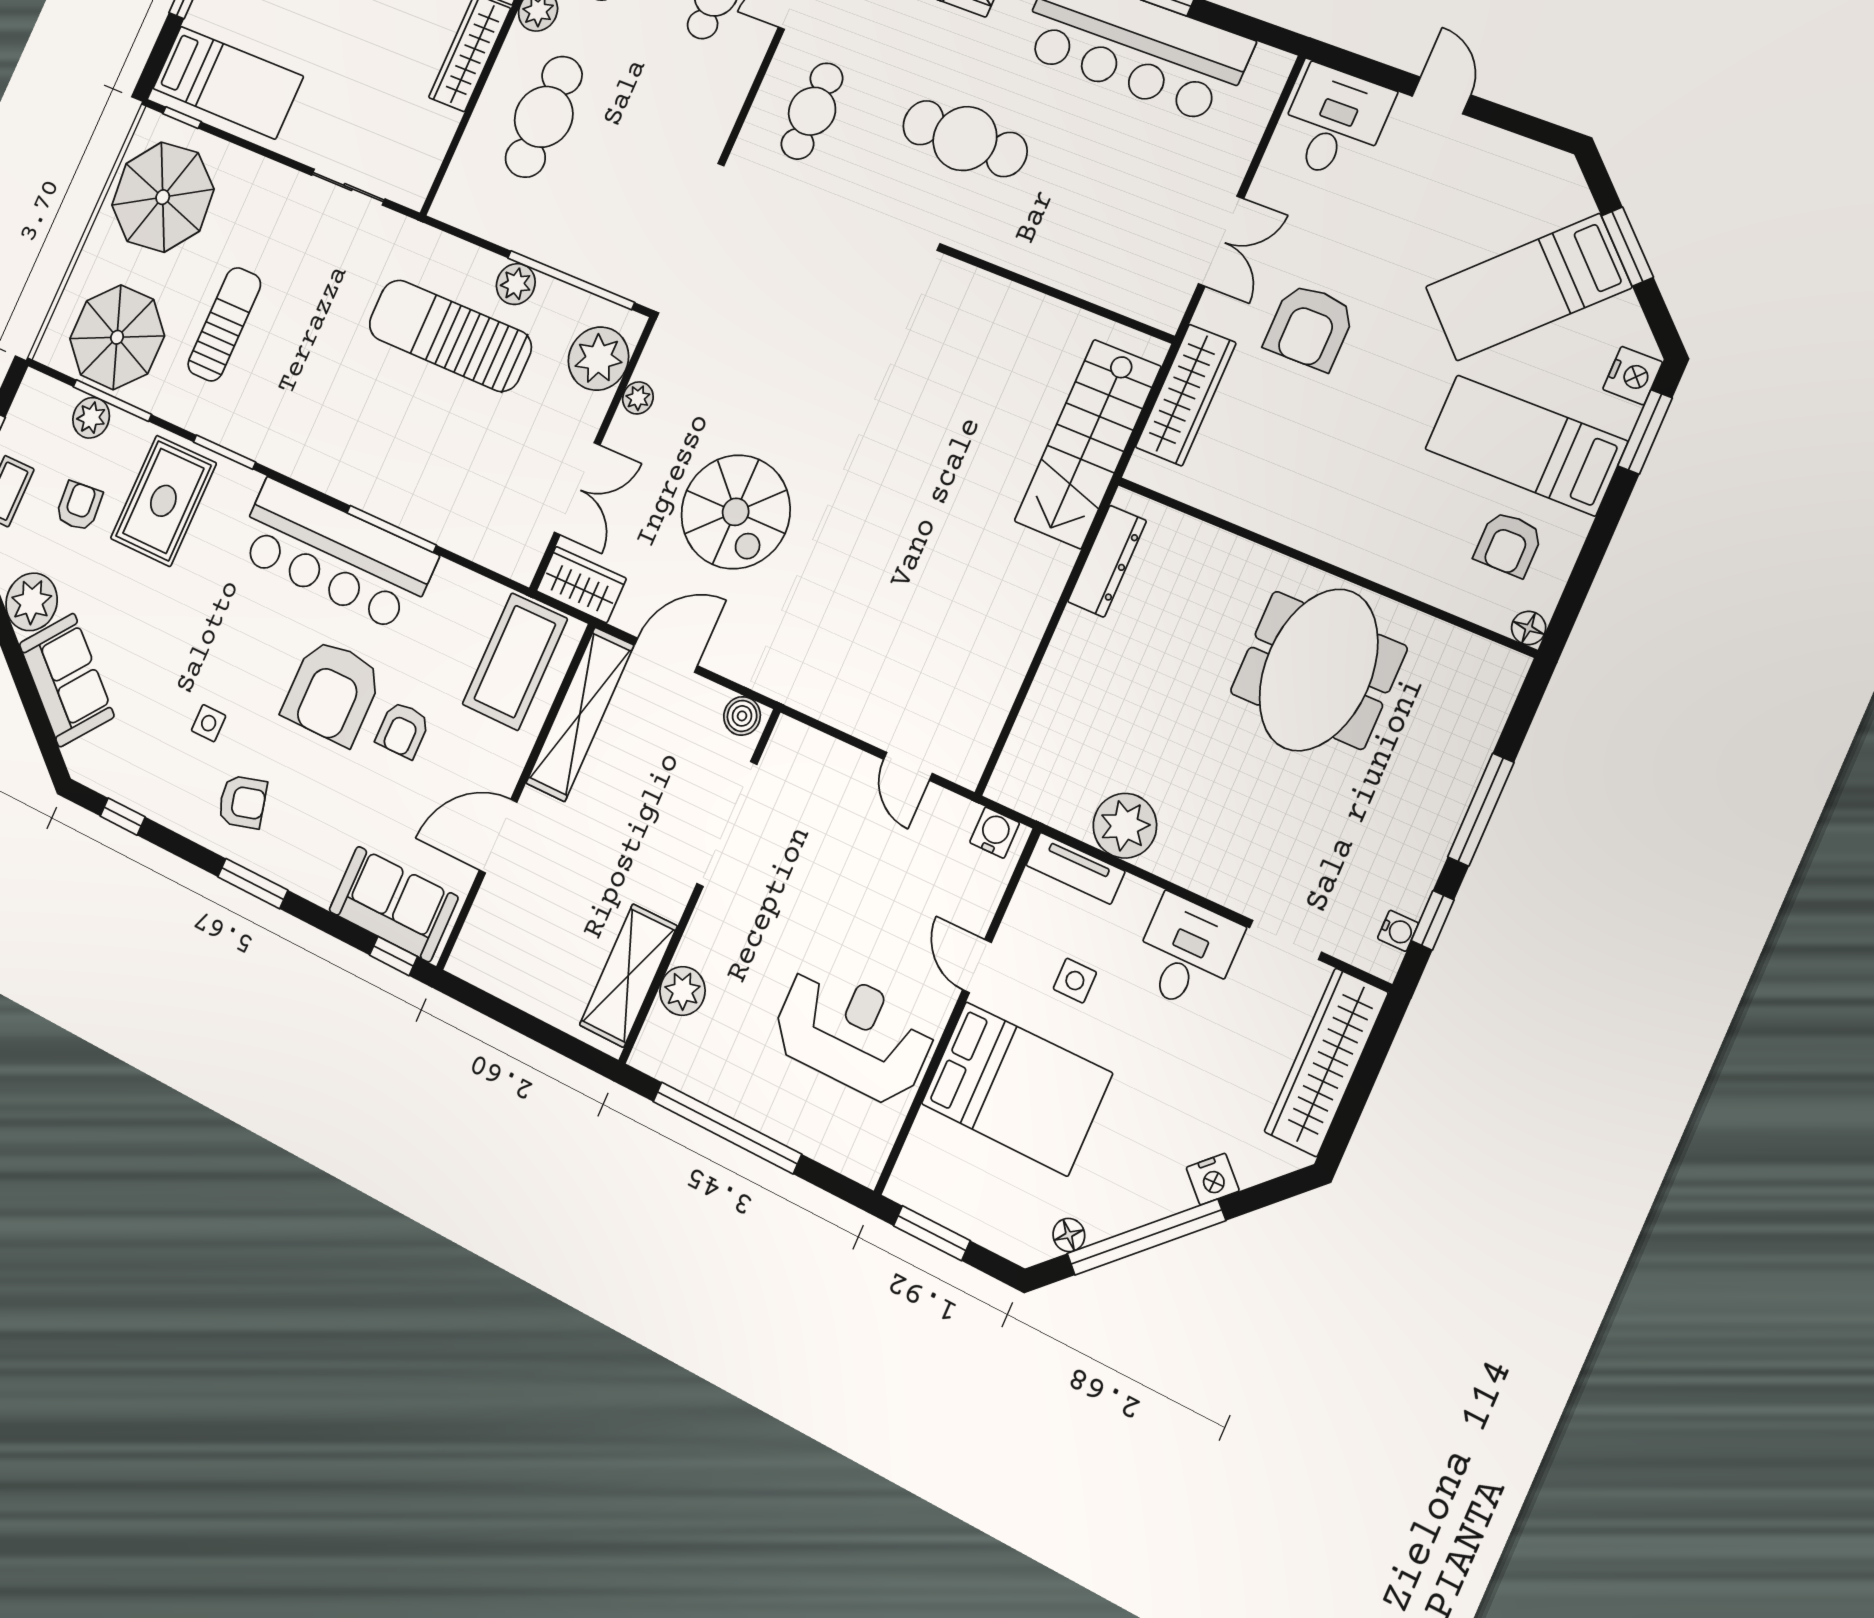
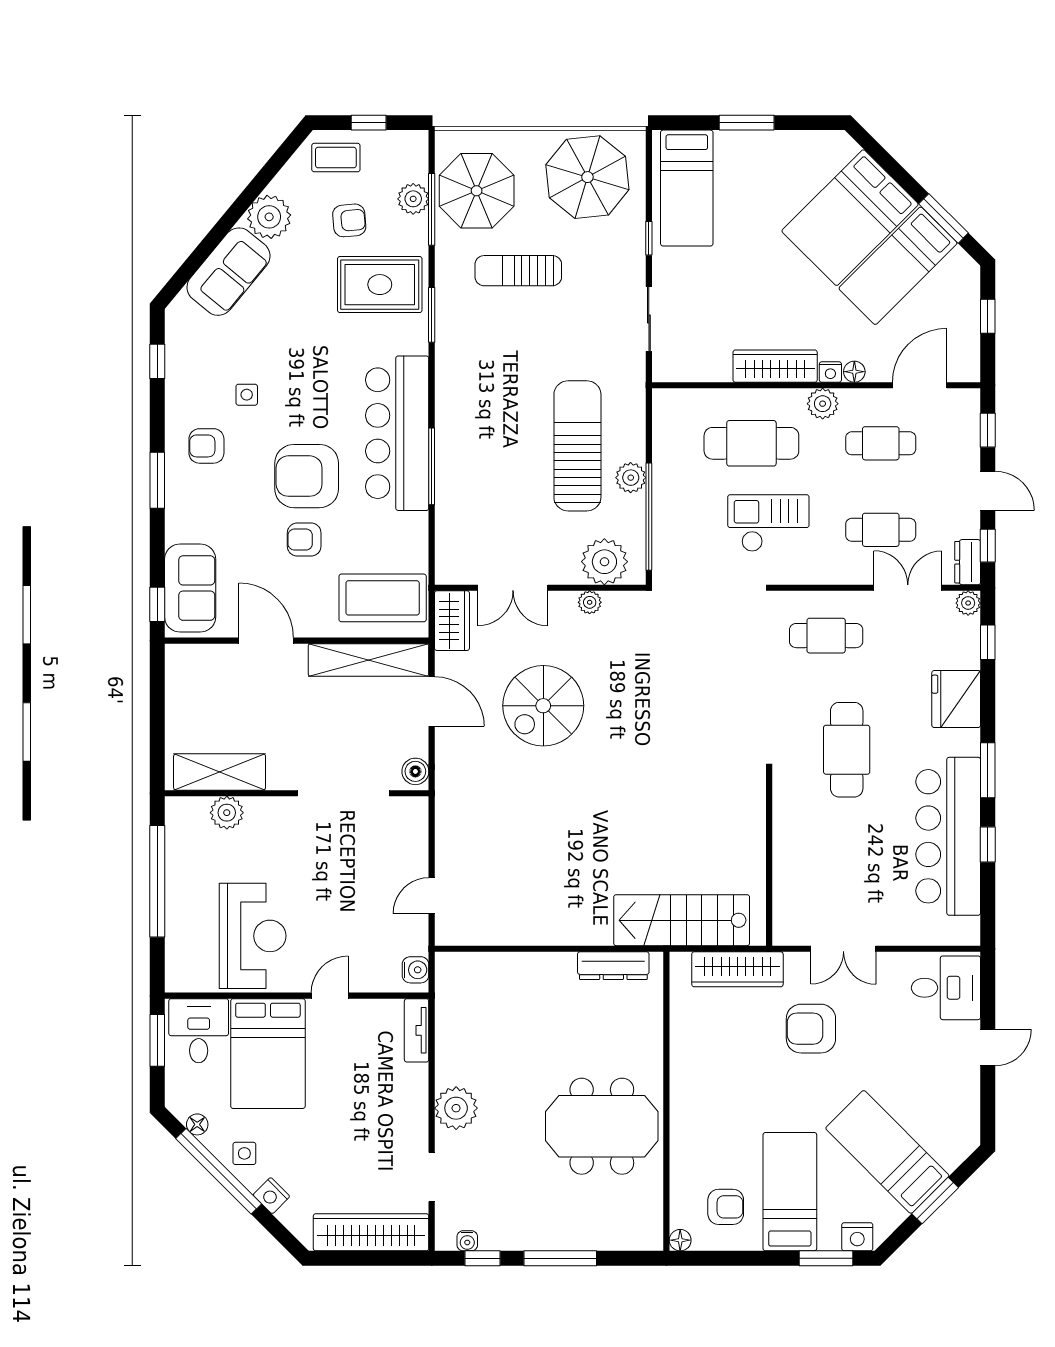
window: (182, 118) -> (649, 238), moved
checkout: (645, 132) -> (768, 523), added
sun lounger: (224, 324) -> (518, 271), turned 180
armchair: (1508, 544) -> (726, 1207), turned 180
armchair: (242, 802) -> (206, 446), turned 105
plant: (1125, 826) -> (456, 1108), moved
desk: (1186, 953) -> (199, 1031), moved, turned -90
side table: (1075, 981) -> (244, 1153), moved

